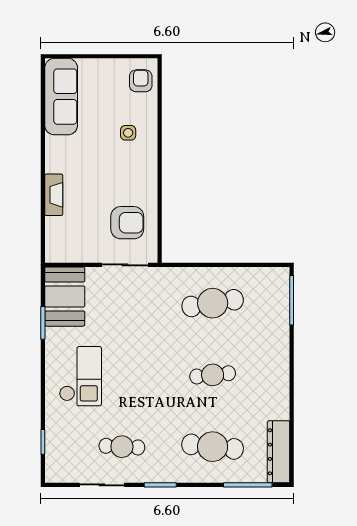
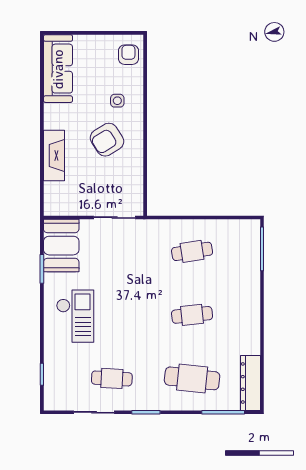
fireplace: (54, 195) -> (54, 156), width x1.37, depth x1.32
armchair: (127, 223) -> (107, 140), moved, turned 148
cafe table: (213, 303) -> (192, 251), width x0.73, depth x0.74

